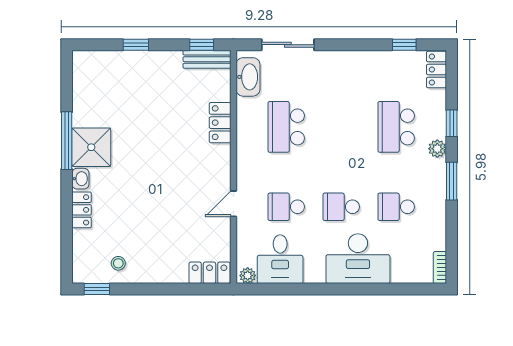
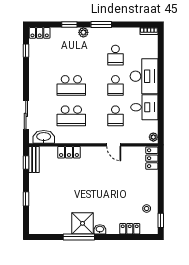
school desk: (396, 127) -> (71, 85), moved
locker: (82, 210) -> (130, 229), moved
desk: (280, 259) -> (144, 107), moved

